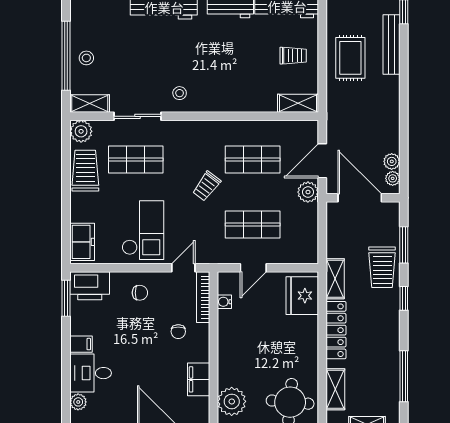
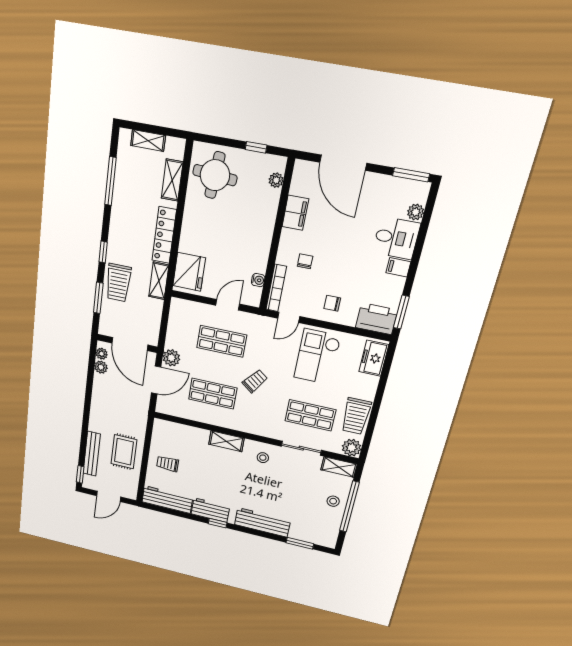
shelving: (298, 103) -> (226, 441), moved
trolley: (382, 267) -> (118, 283), turned 180
plant: (232, 401) -> (276, 180), width x0.53, depth x0.53

